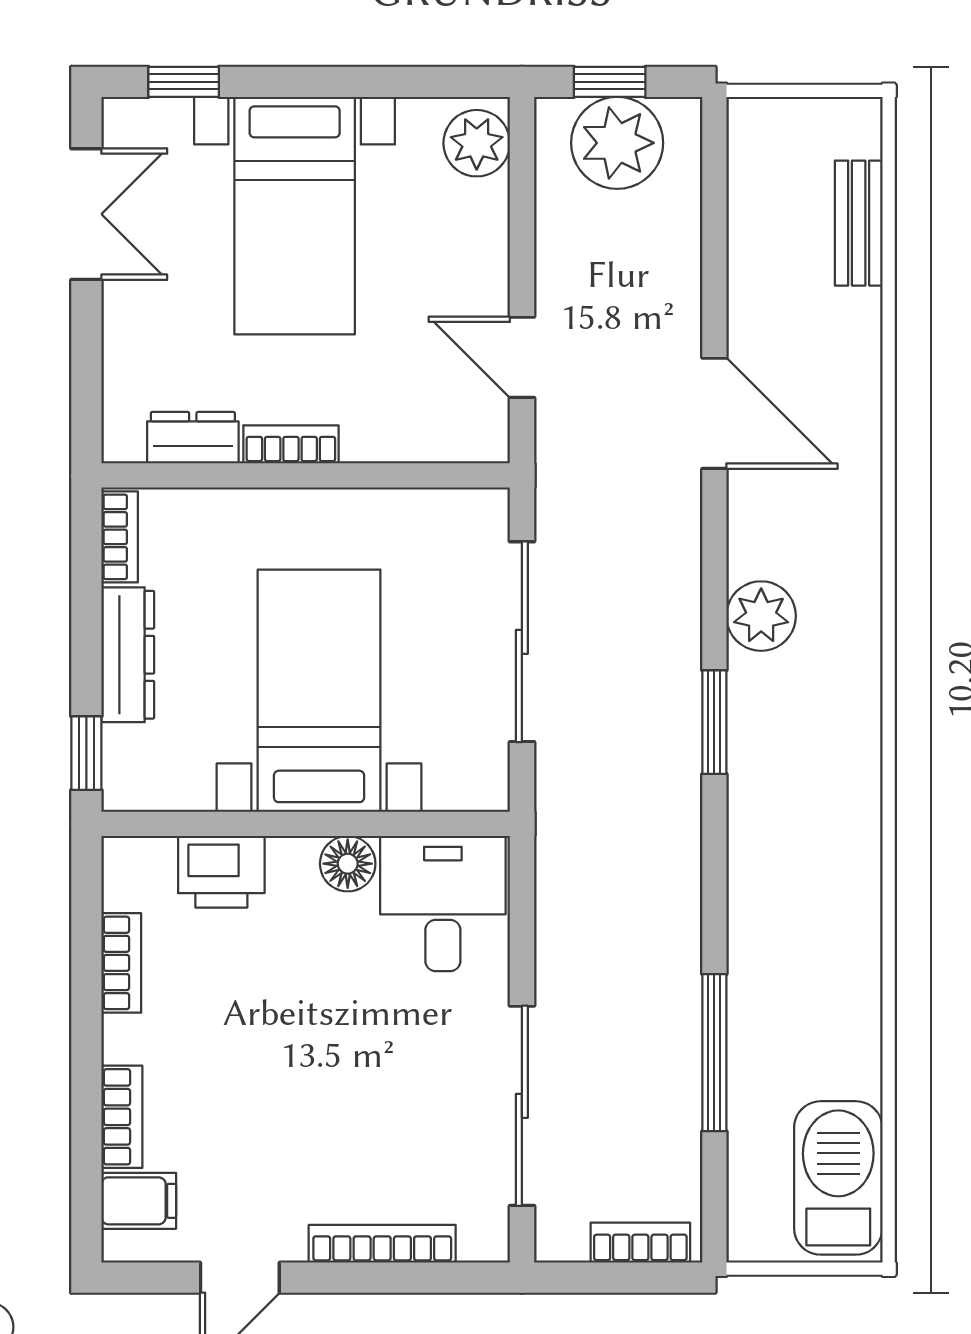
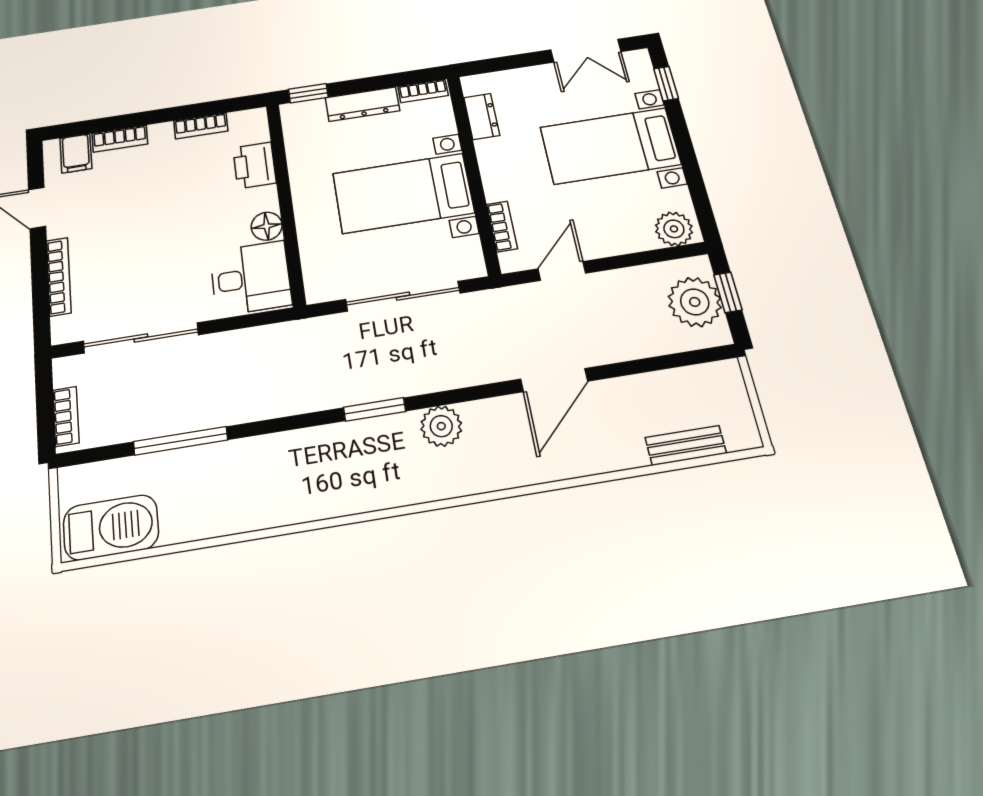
bookcase: (291, 444) -> (502, 226), moved
bed with nightstands: (319, 691) -> (403, 193), moved, turned 180

